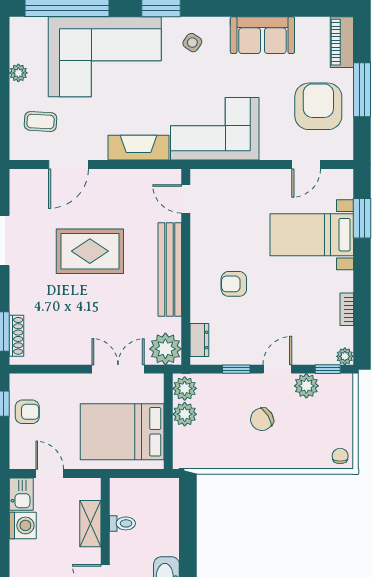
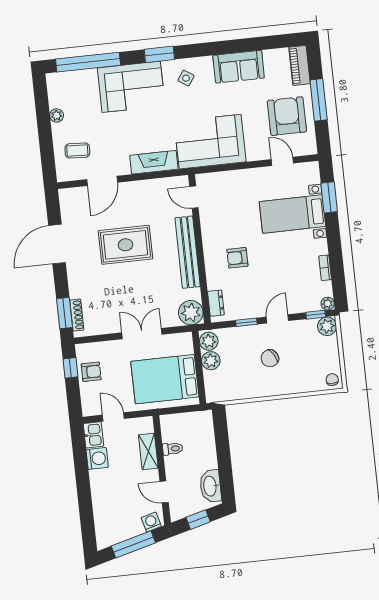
corner sofa: (105, 57) -> (131, 87), width x0.73, depth x0.74
door: (306, 165) -> (282, 161), swing flipped
double door: (118, 369) -> (142, 334), moved
plant: (306, 386) -> (327, 326), moved

